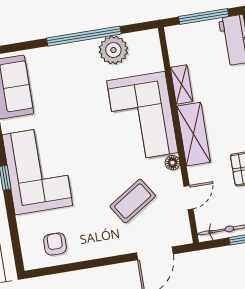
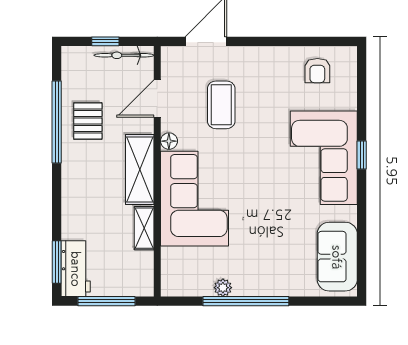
plant: (113, 50) -> (223, 288), width x0.53, depth x0.53
door: (189, 197) -> (157, 99), width x1.37
coffee table: (133, 201) -> (221, 105), turned -57

